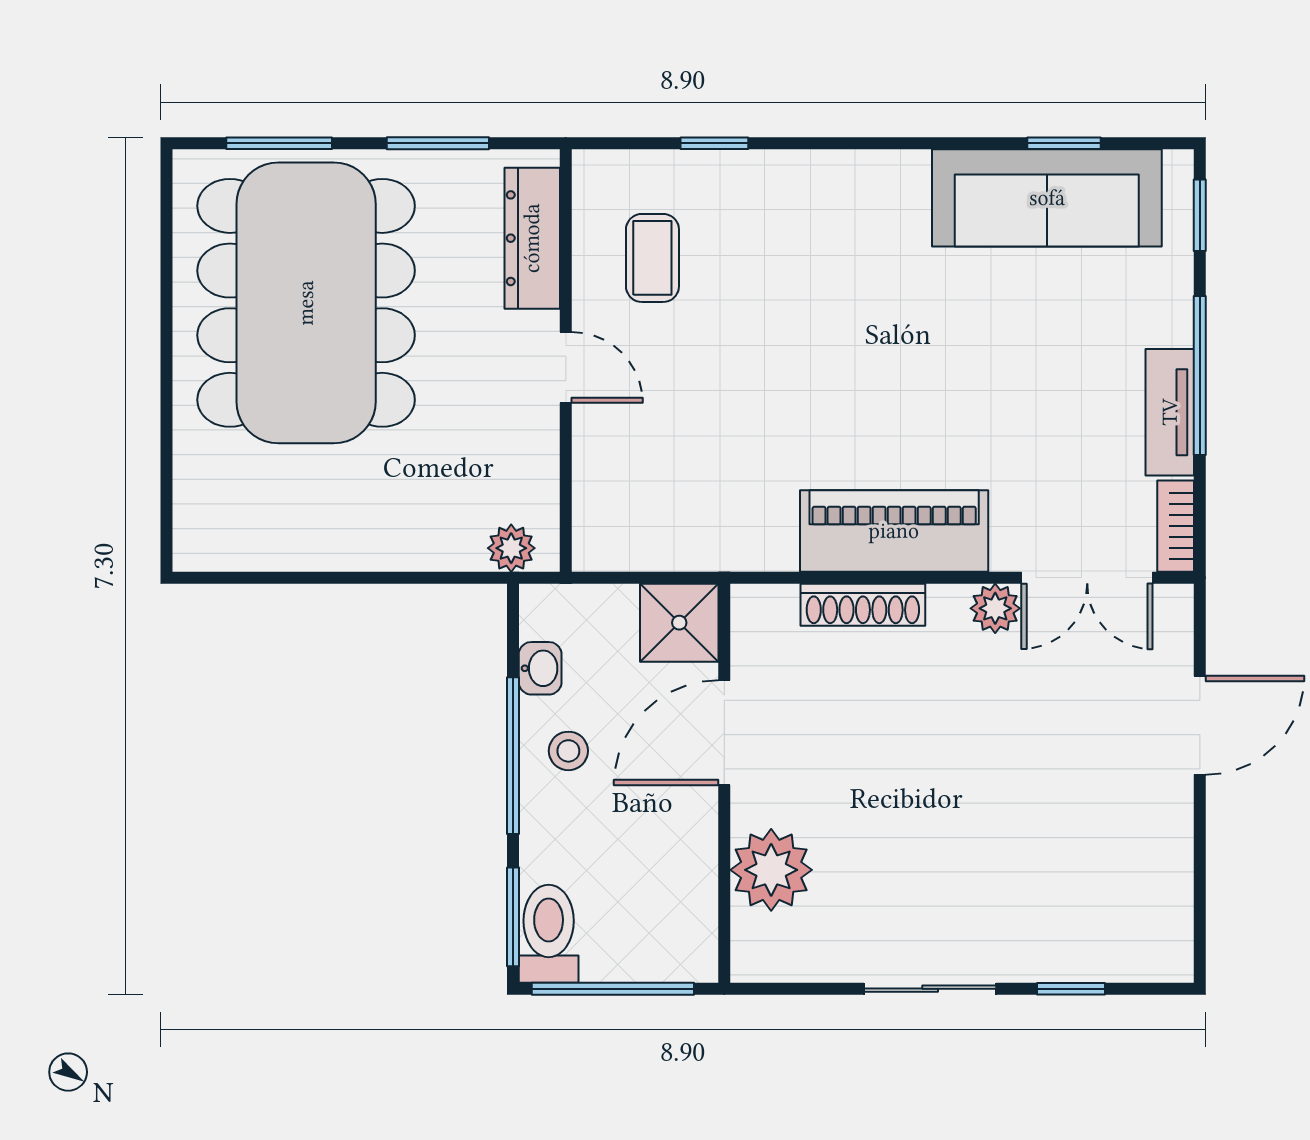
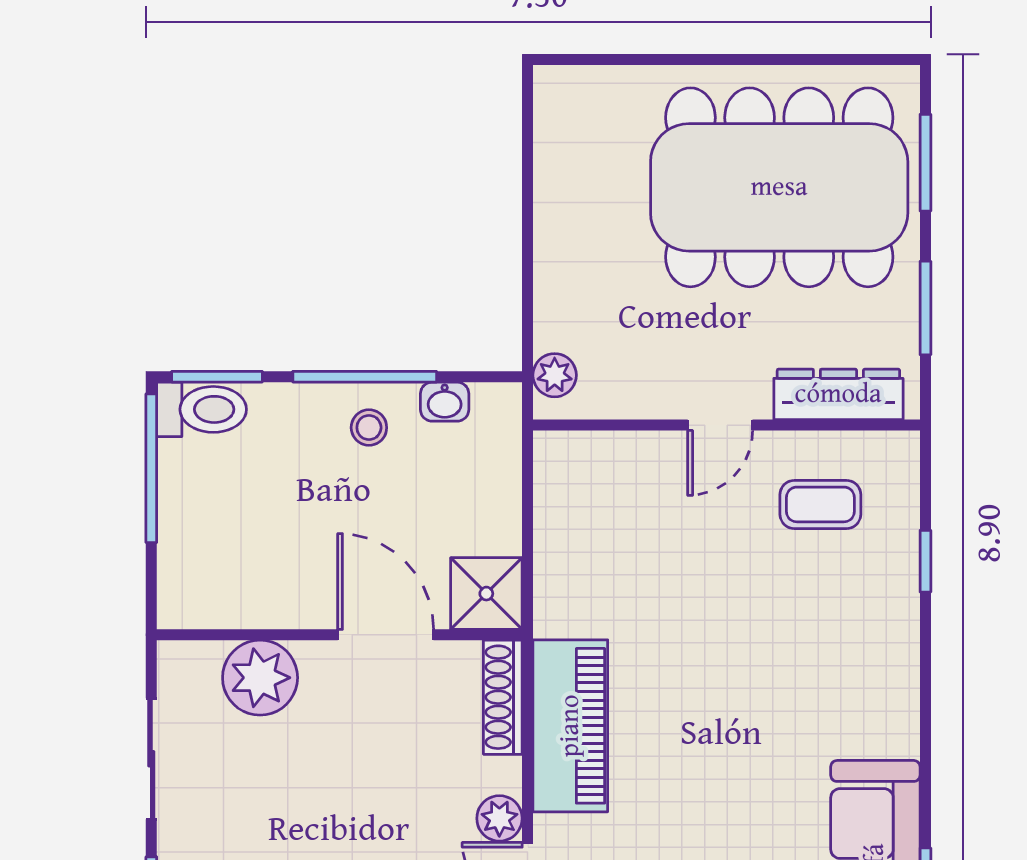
shower: (679, 623) -> (486, 594), moved
door: (724, 733) -> (386, 635), moved
wall: (724, 783) -> (339, 635), moved
plant: (771, 870) -> (260, 678), moved

